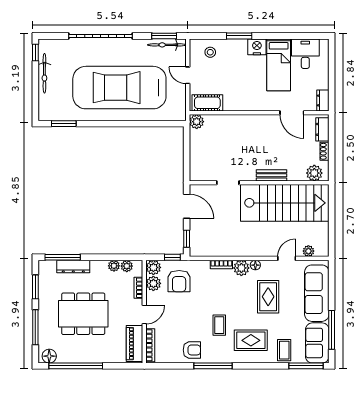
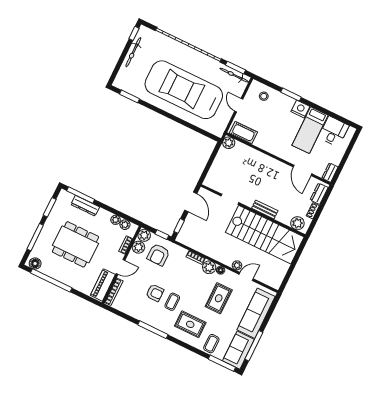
garage door: (101, 36) -> (188, 45), width x1.36
plant: (308, 251) -> (237, 265), moved
armchair: (192, 350) -> (155, 293), moved

